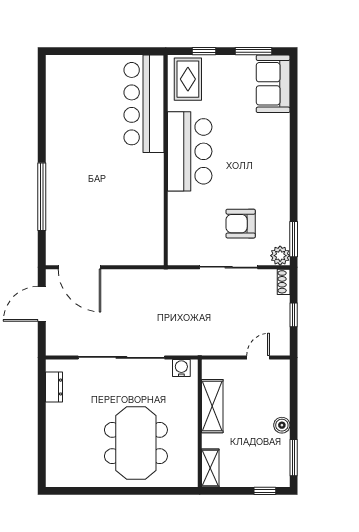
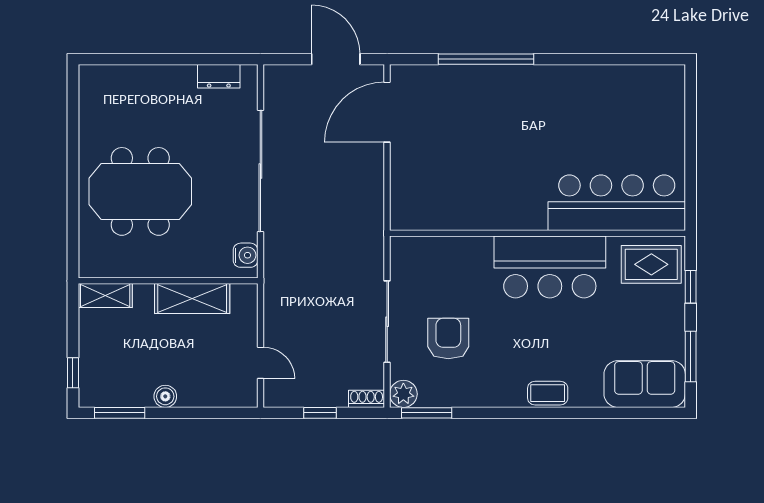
coffee table: (280, 153) -> (548, 393), added

